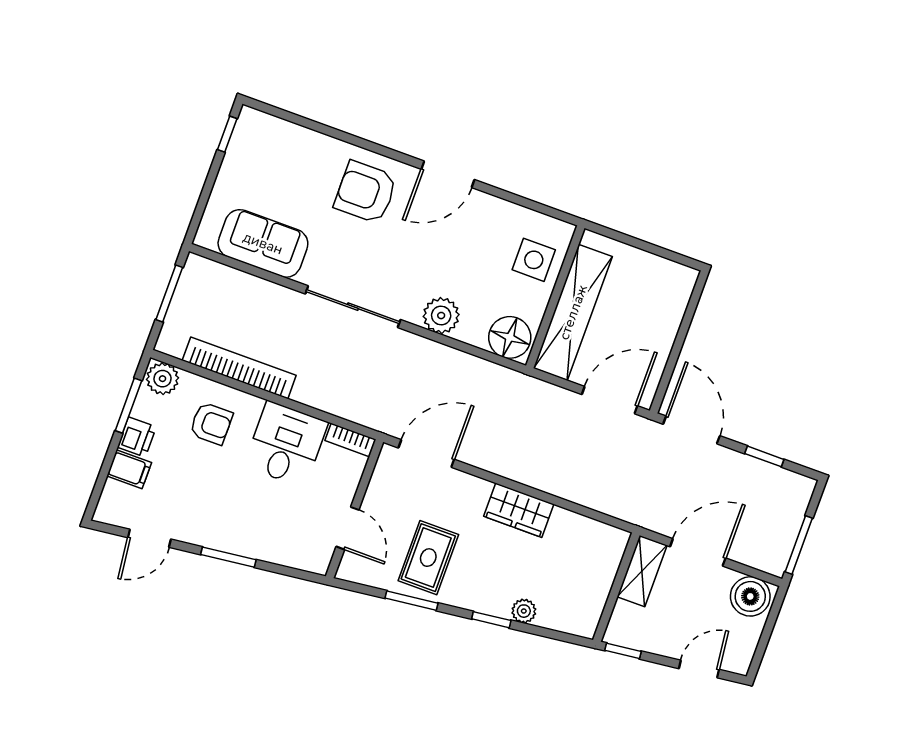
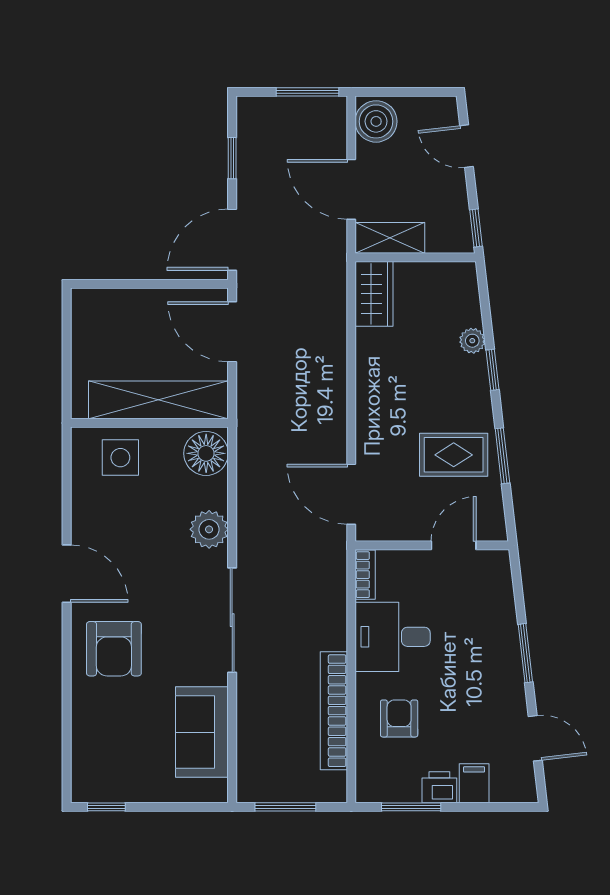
plant: (163, 379) -> (372, 783), removed
wardrobe: (519, 510) -> (374, 294), moved

